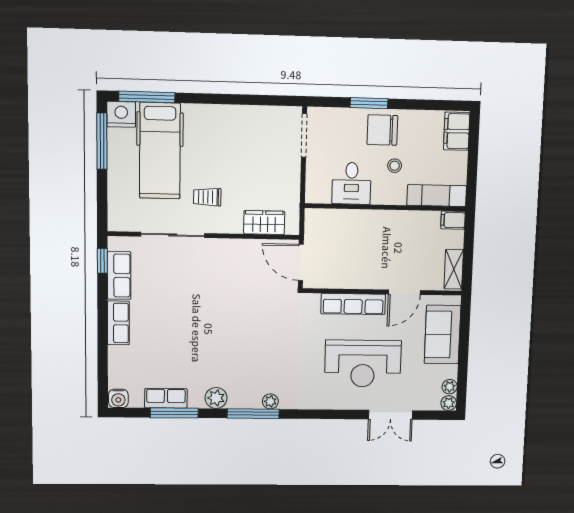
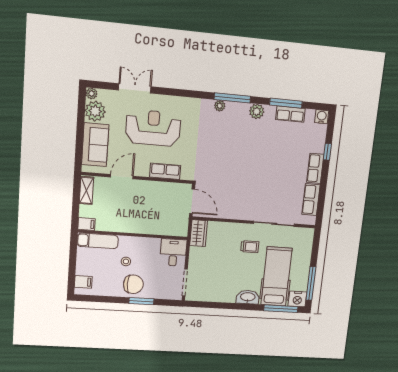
washbasin: (203, 115) -> (248, 297), added
filing cabinet: (457, 131) -> (83, 282), width x0.50
desk: (352, 183) -> (173, 252), moved
wardrobe: (264, 223) -> (199, 233), moved, turned -90
window: (102, 261) -> (327, 152), moved
row of seats: (353, 304) -> (165, 171), width x0.68
plant: (450, 387) -> (95, 111), width x1.88, depth x1.88

